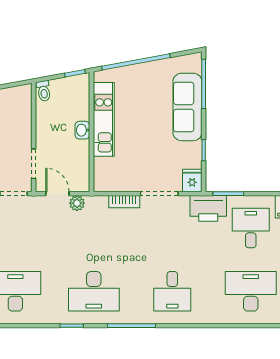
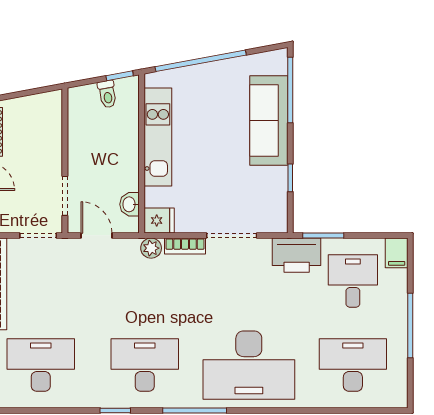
toilet: (44, 91) -> (107, 94), moved
washbasin: (82, 130) -> (130, 204), moved
fridge: (192, 180) -> (159, 220), moved, turned 90
plant: (77, 203) -> (151, 248), moved
desk: (94, 291) -> (145, 365), turned 180
desk: (172, 291) -> (249, 365), width x1.87, depth x1.30

